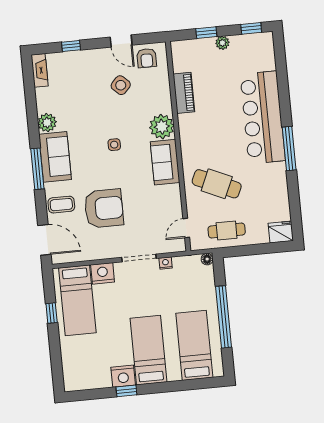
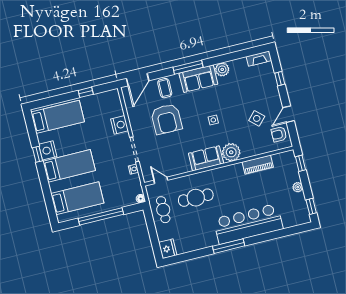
window: (206, 33) -> (301, 163), moved
cafe table: (217, 184) -> (196, 198), turned 66
bed: (77, 300) -> (58, 117), moved, turned 180

